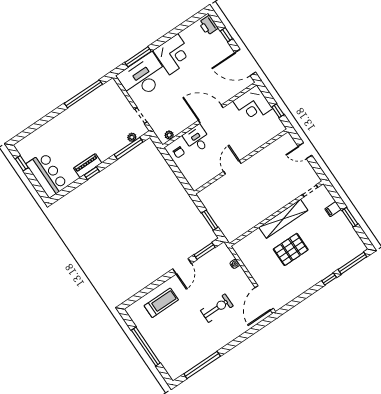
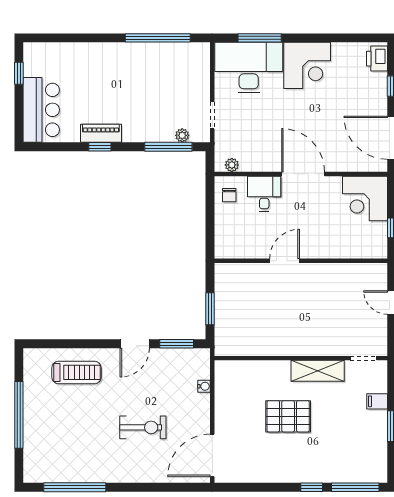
shelving: (283, 219) -> (318, 371), width x0.68

